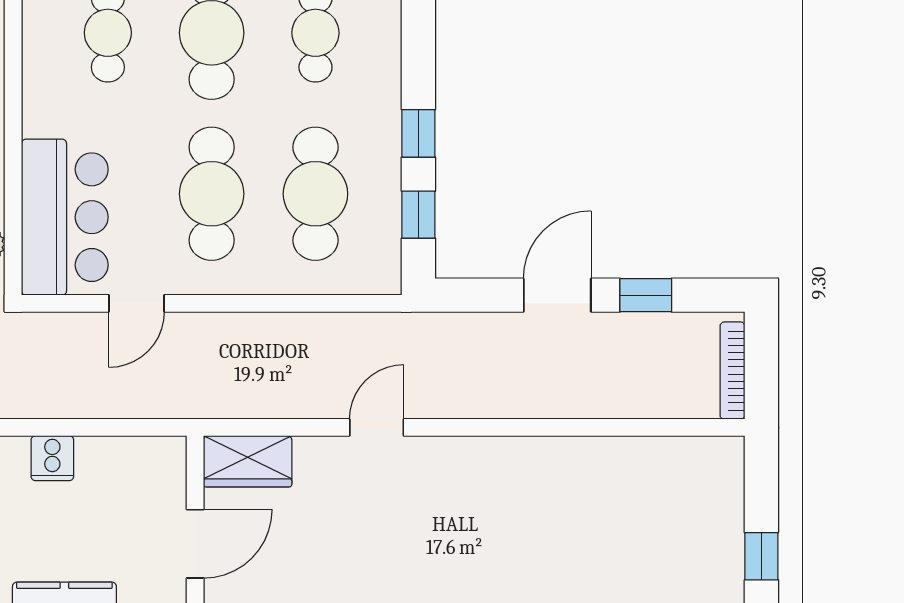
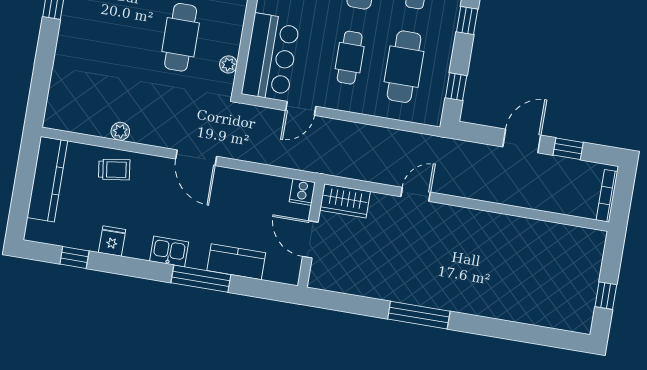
window: (418, 133) -> (467, 21), moved
cafe table: (212, 194) -> (350, 58), width x0.73, depth x0.74
cooker: (52, 458) -> (302, 192), moved
door: (195, 544) -> (310, 239), swing flipped

